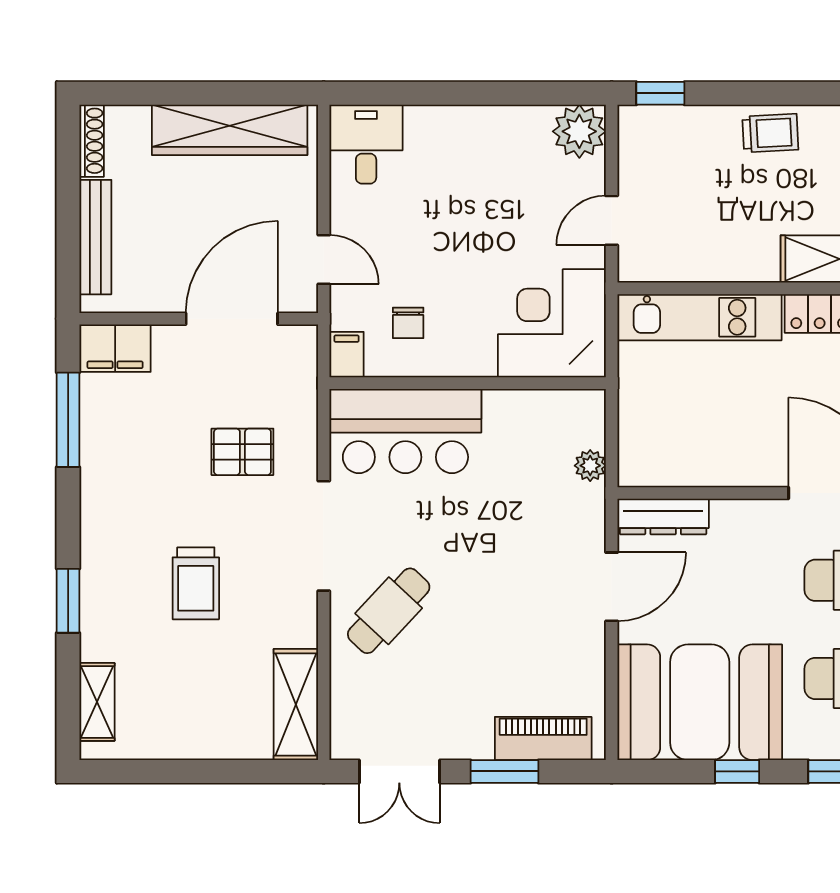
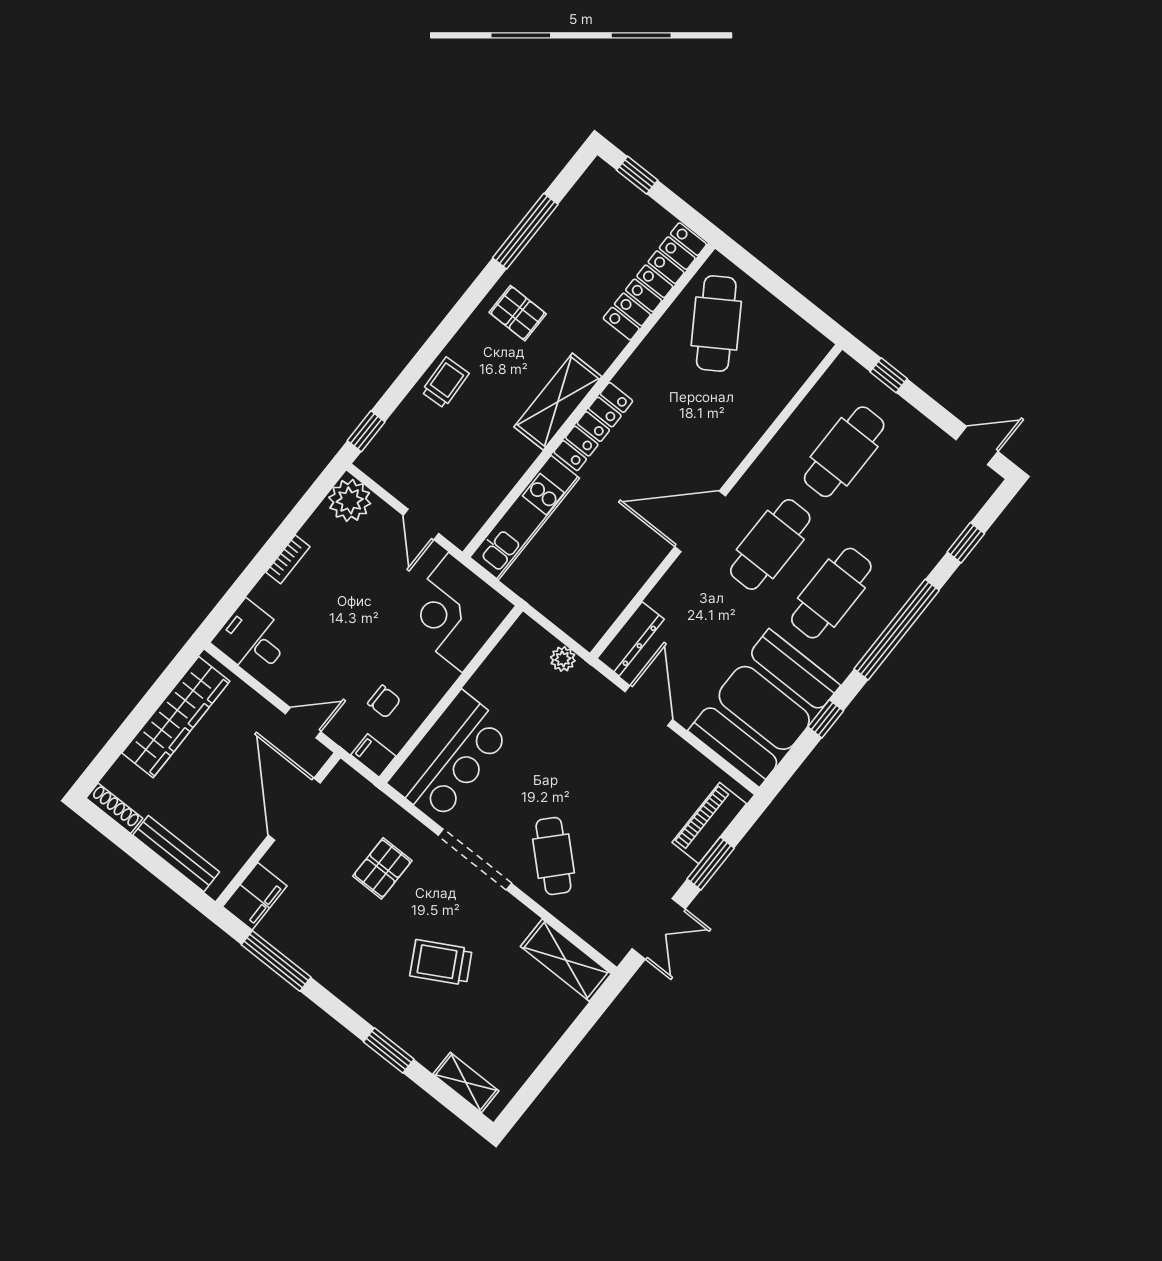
bookcase: (473, 117) -> (288, 559), added
trolley: (196, 583) -> (441, 962), turned 151

